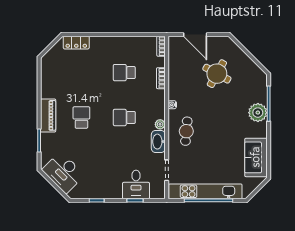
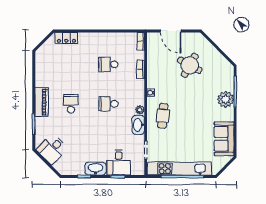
desk: (63, 172) -> (52, 149), width x0.73
washbasin: (110, 191) -> (96, 169), added

